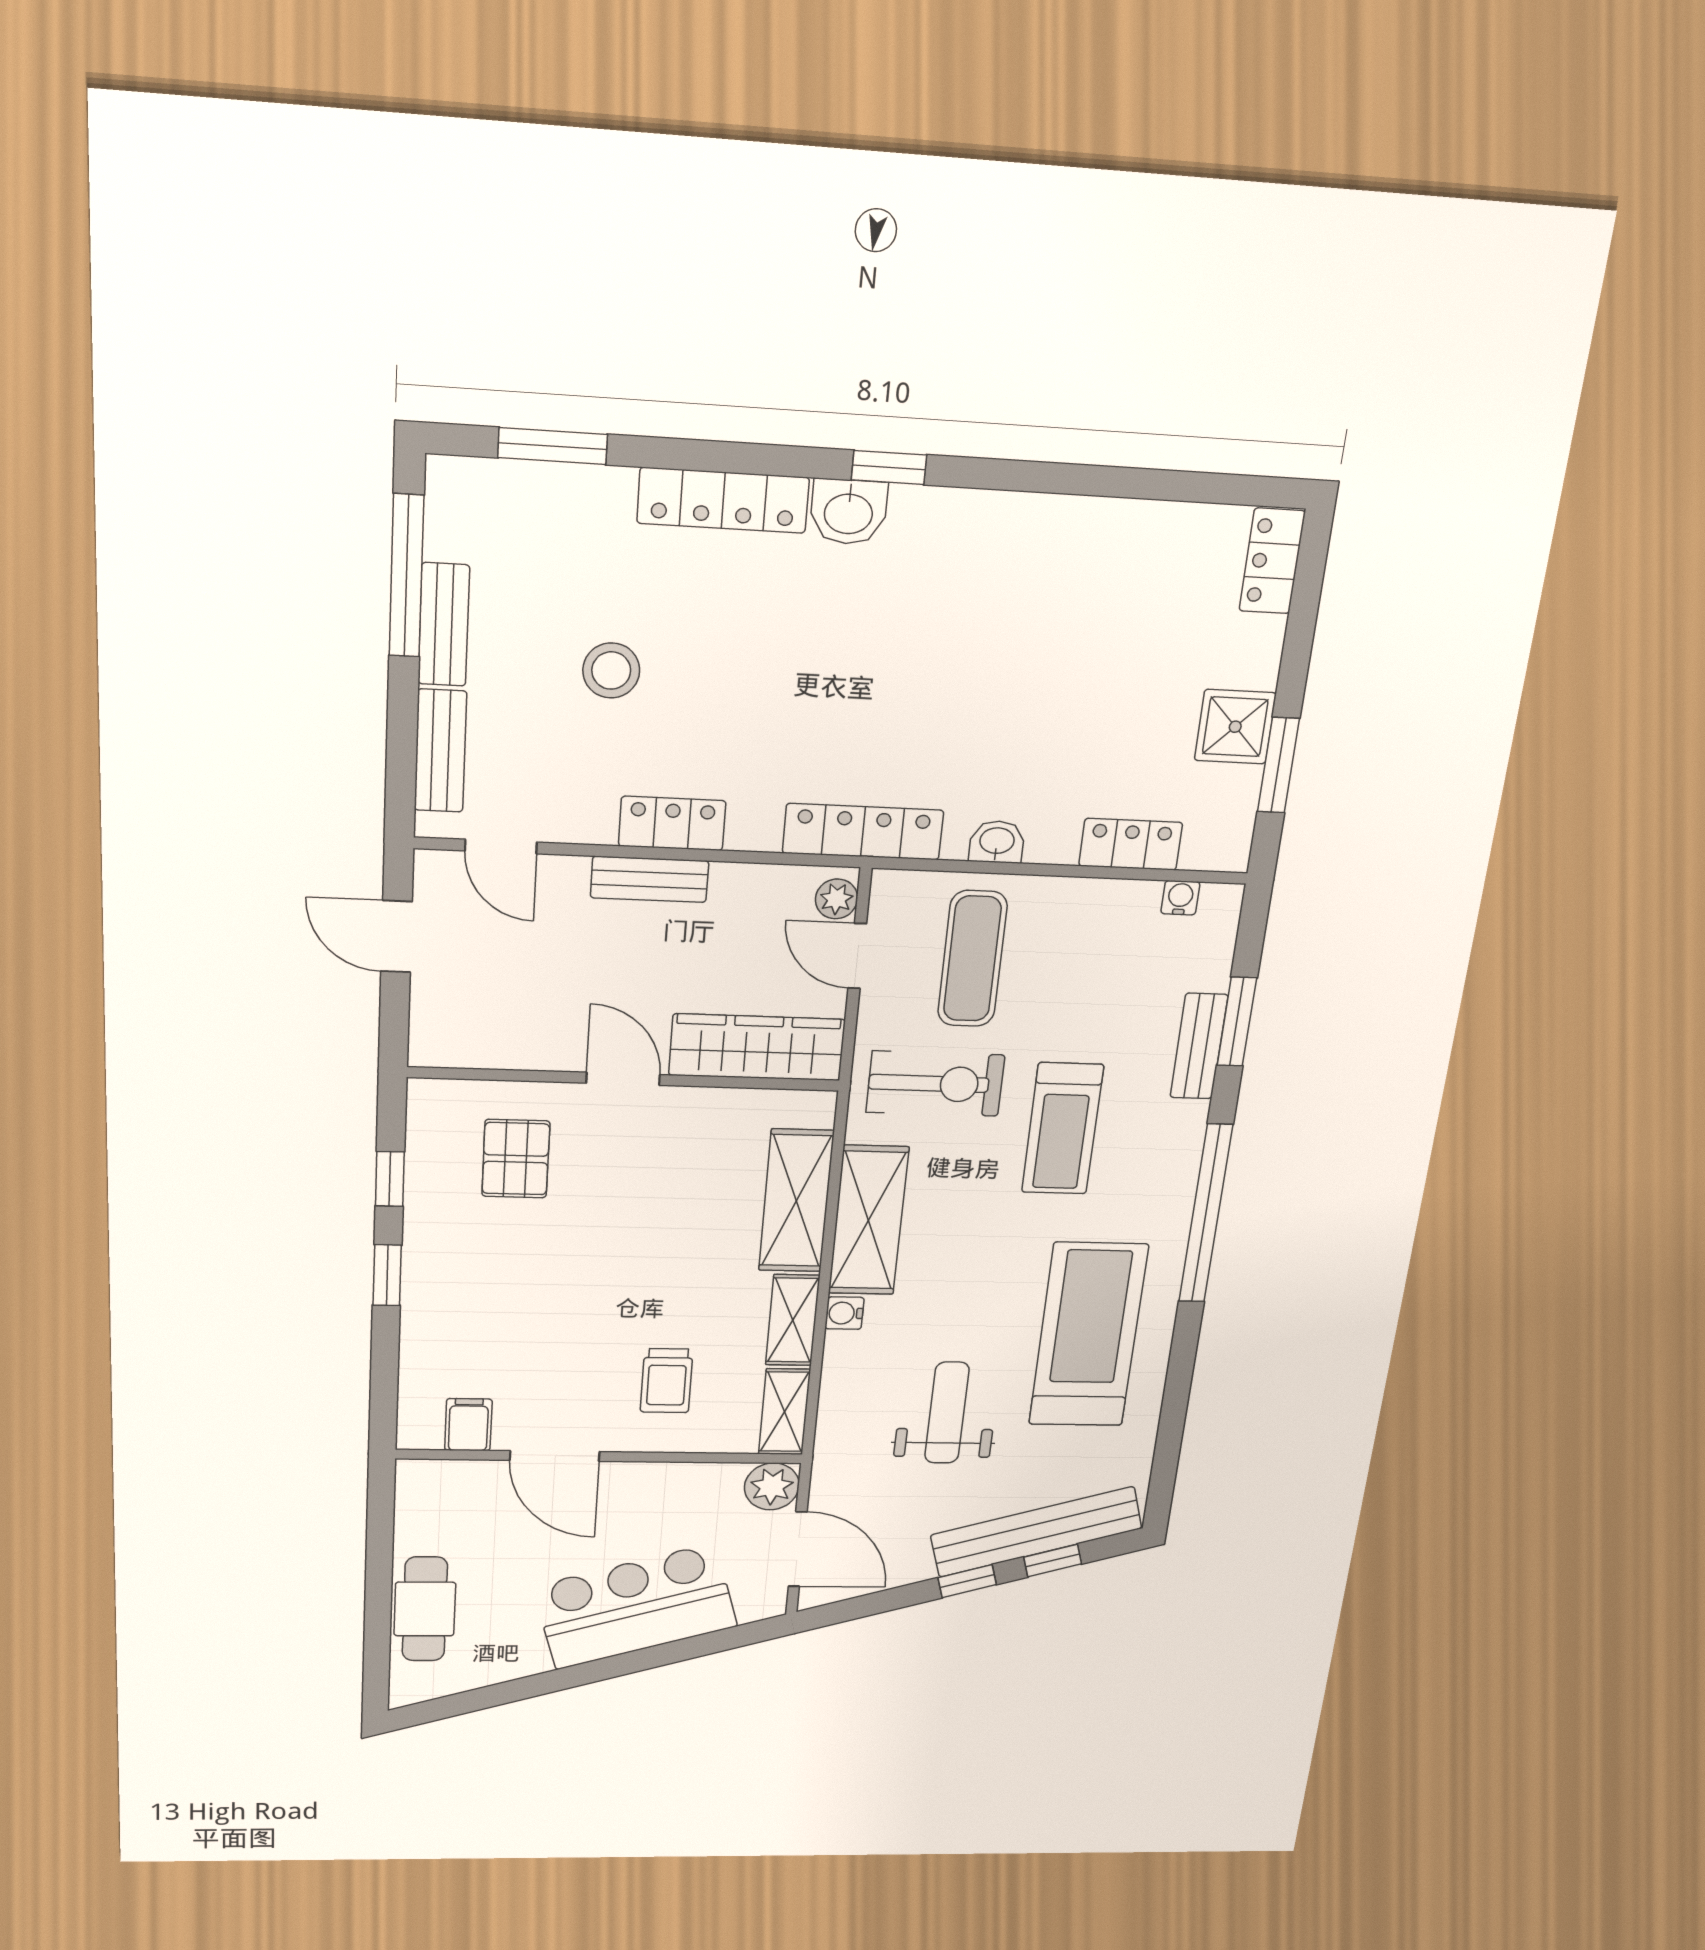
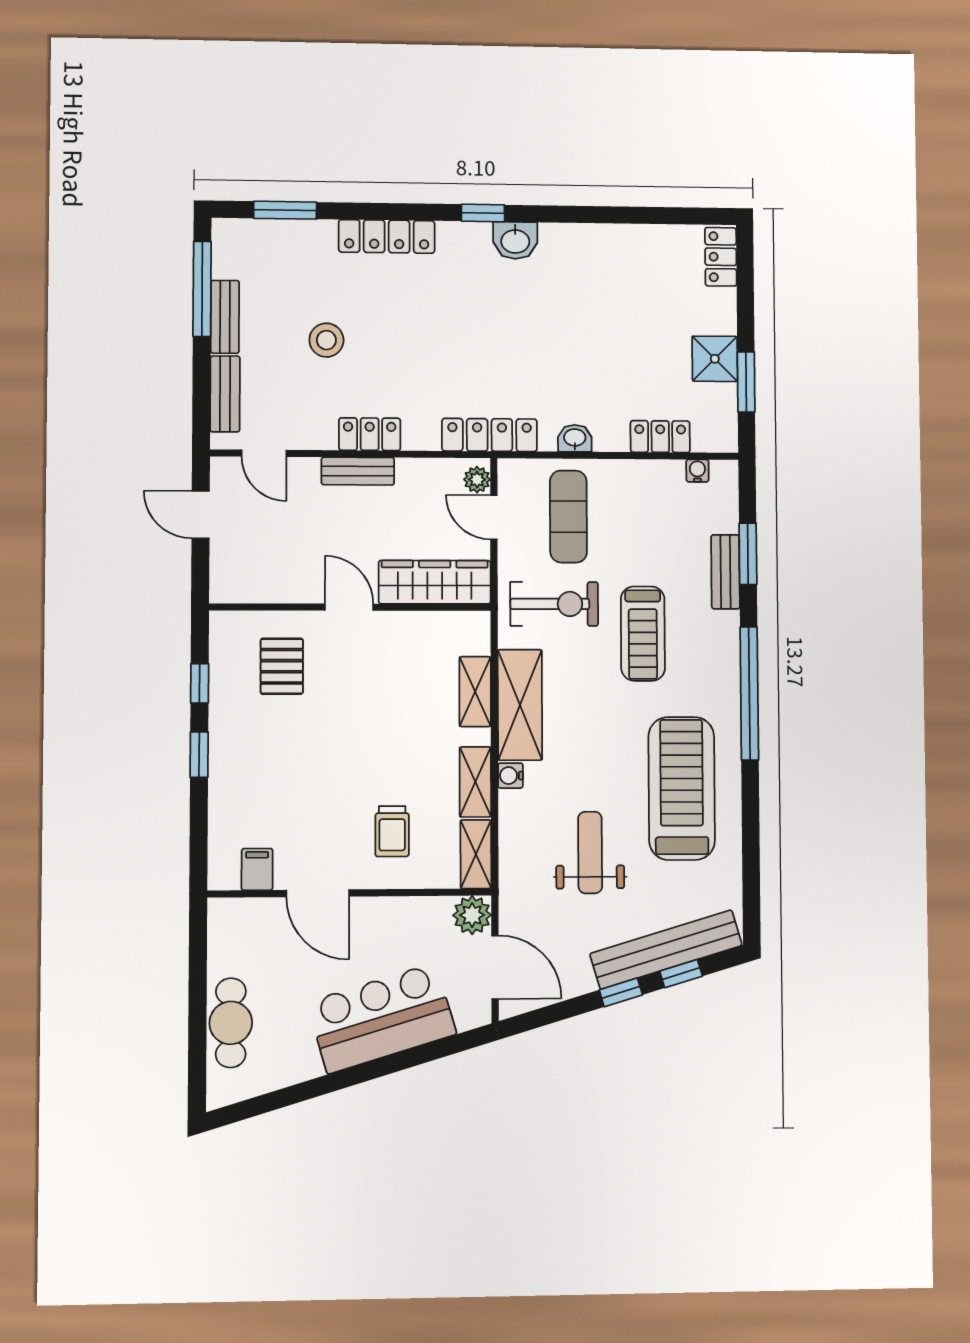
washbasin: (849, 512) -> (515, 240), moved
shelving: (796, 1201) -> (475, 692), width x0.67, depth x0.75

